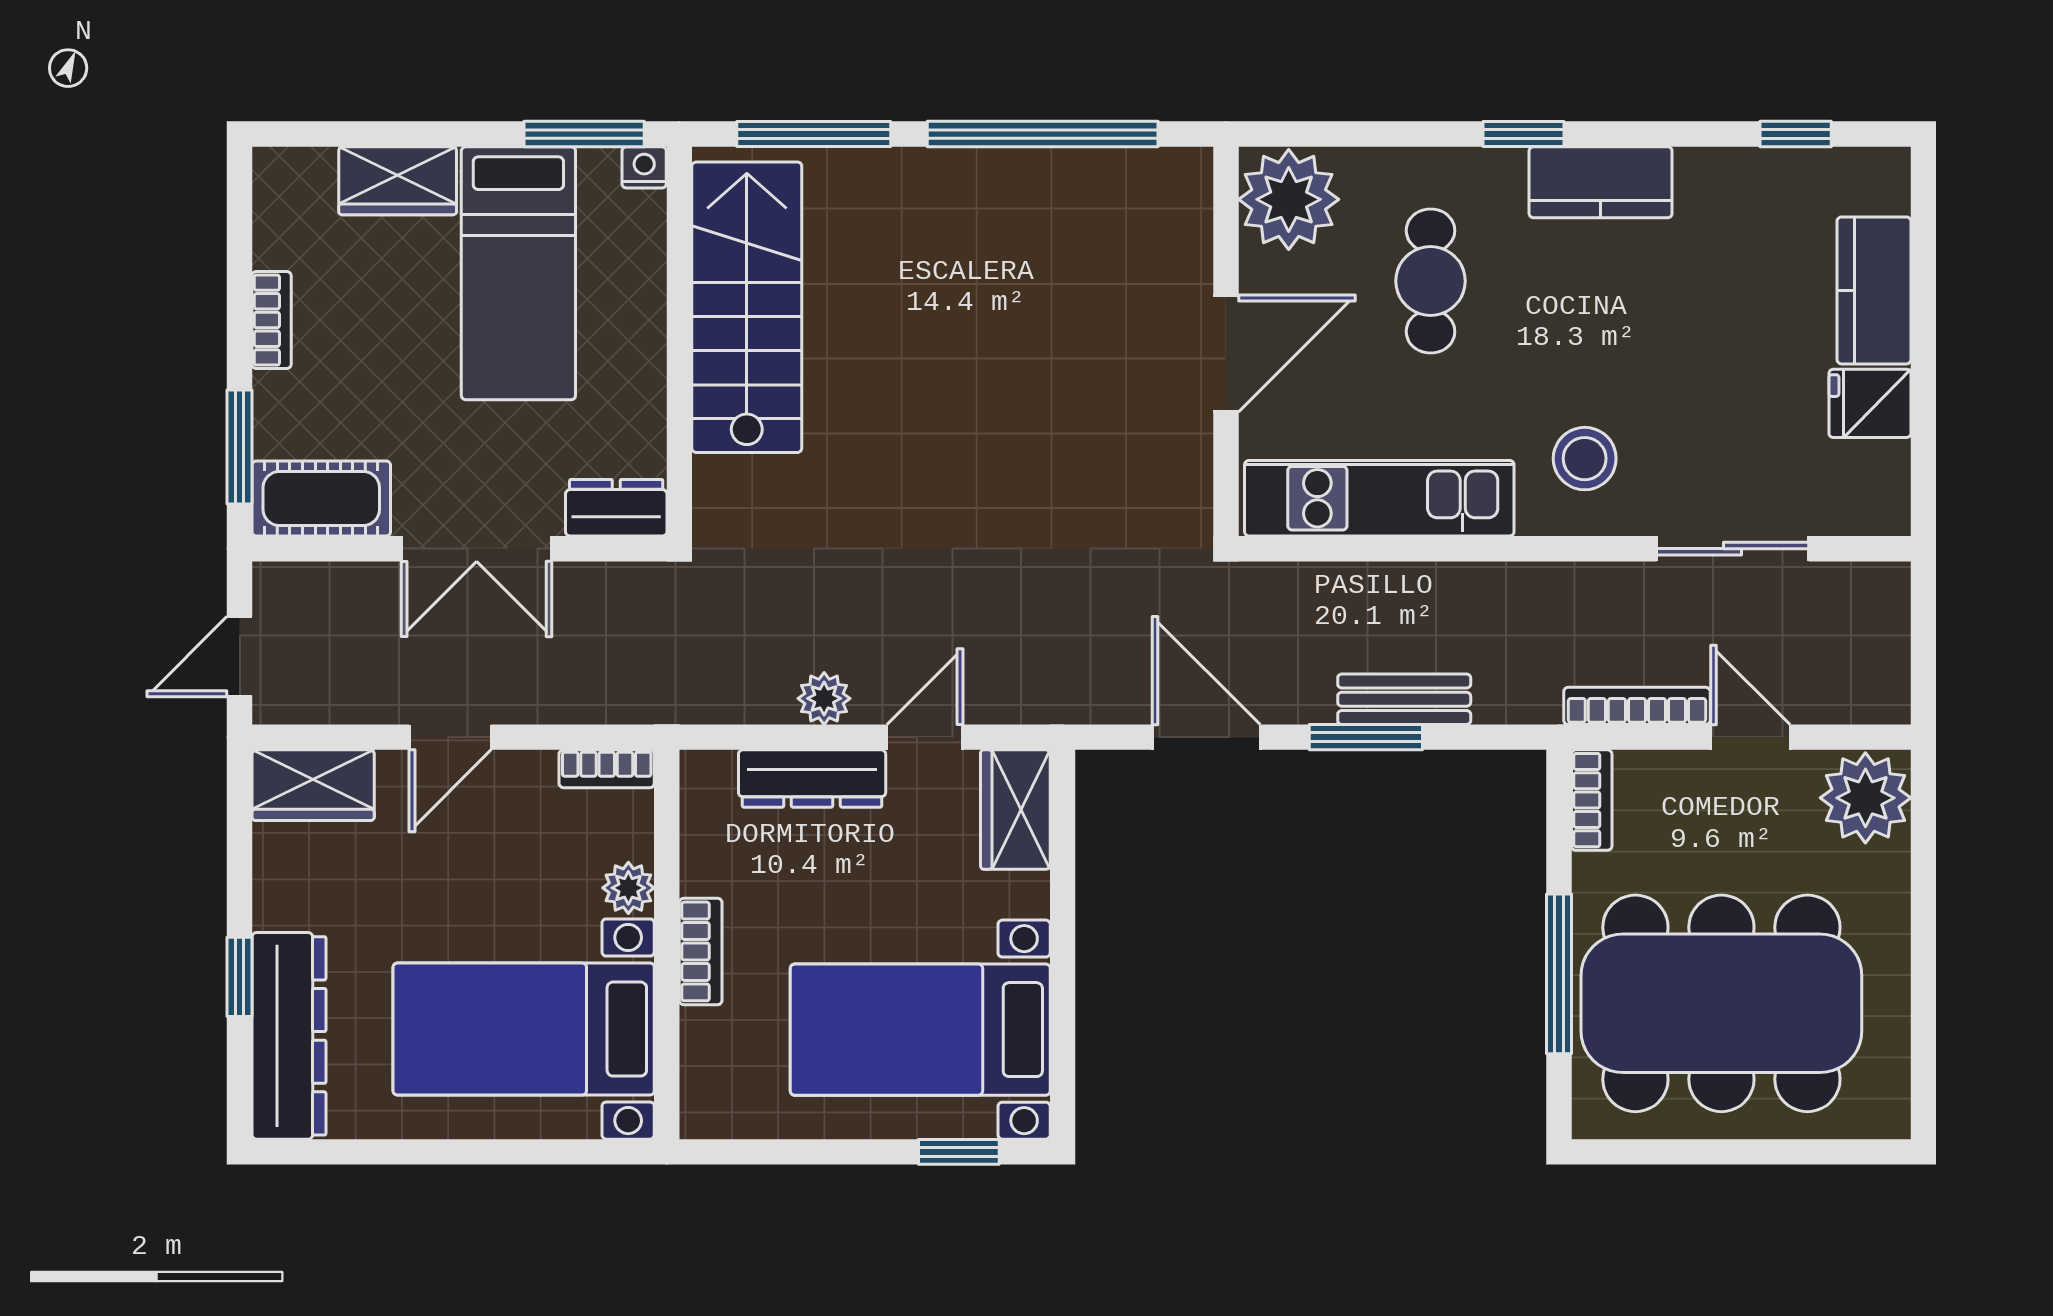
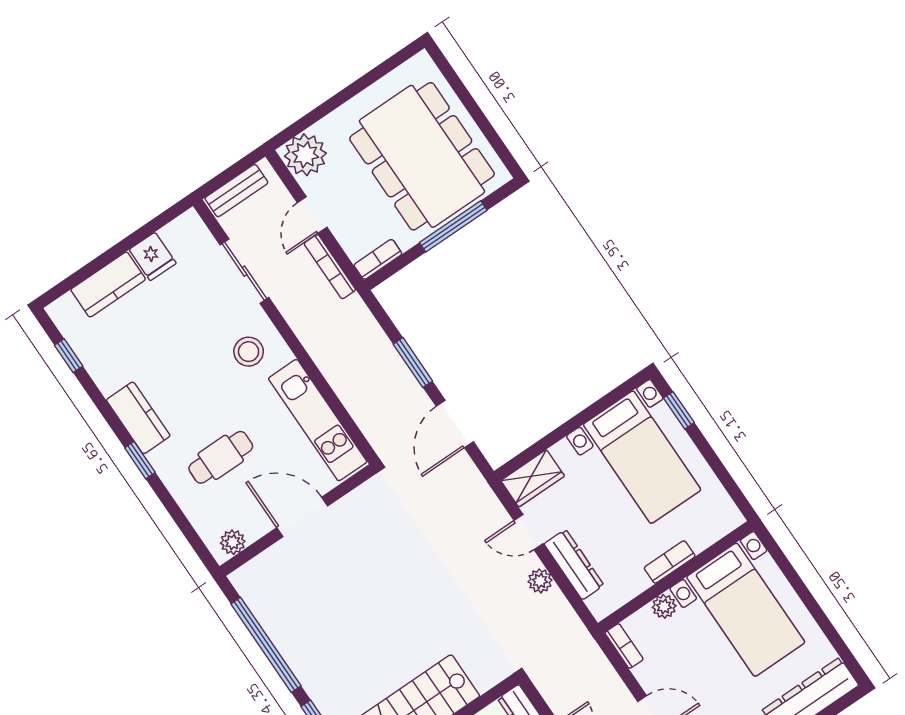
plant: (1289, 199) -> (233, 542), width x0.53, depth x0.53
bench: (1404, 699) -> (236, 191), moved, turned 90

